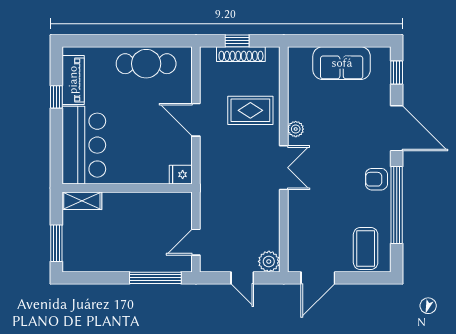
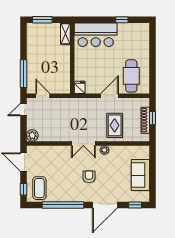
cafe table: (146, 64) -> (131, 76), moved
piano: (73, 80) -> (131, 29), removed
armchair: (376, 179) -> (89, 177), moved
coffee table: (366, 249) -> (39, 188), turned 90
door: (242, 278) -> (23, 110), moved
window: (368, 278) -> (23, 189), added

